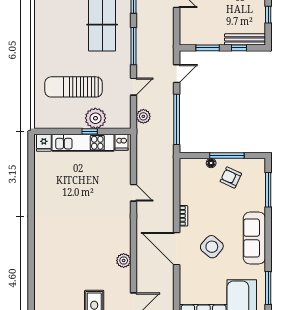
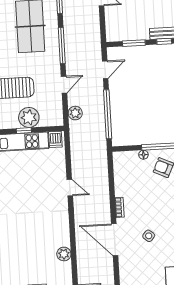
side table: (212, 247) -> (149, 236), width x0.54, depth x0.54

